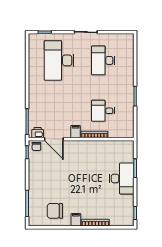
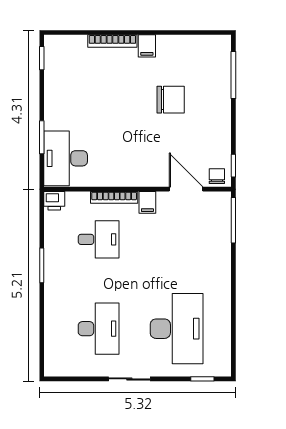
printer: (38, 133) -> (54, 201), moved
desk: (122, 178) -> (66, 158), moved
chair: (55, 211) -> (171, 100), moved

